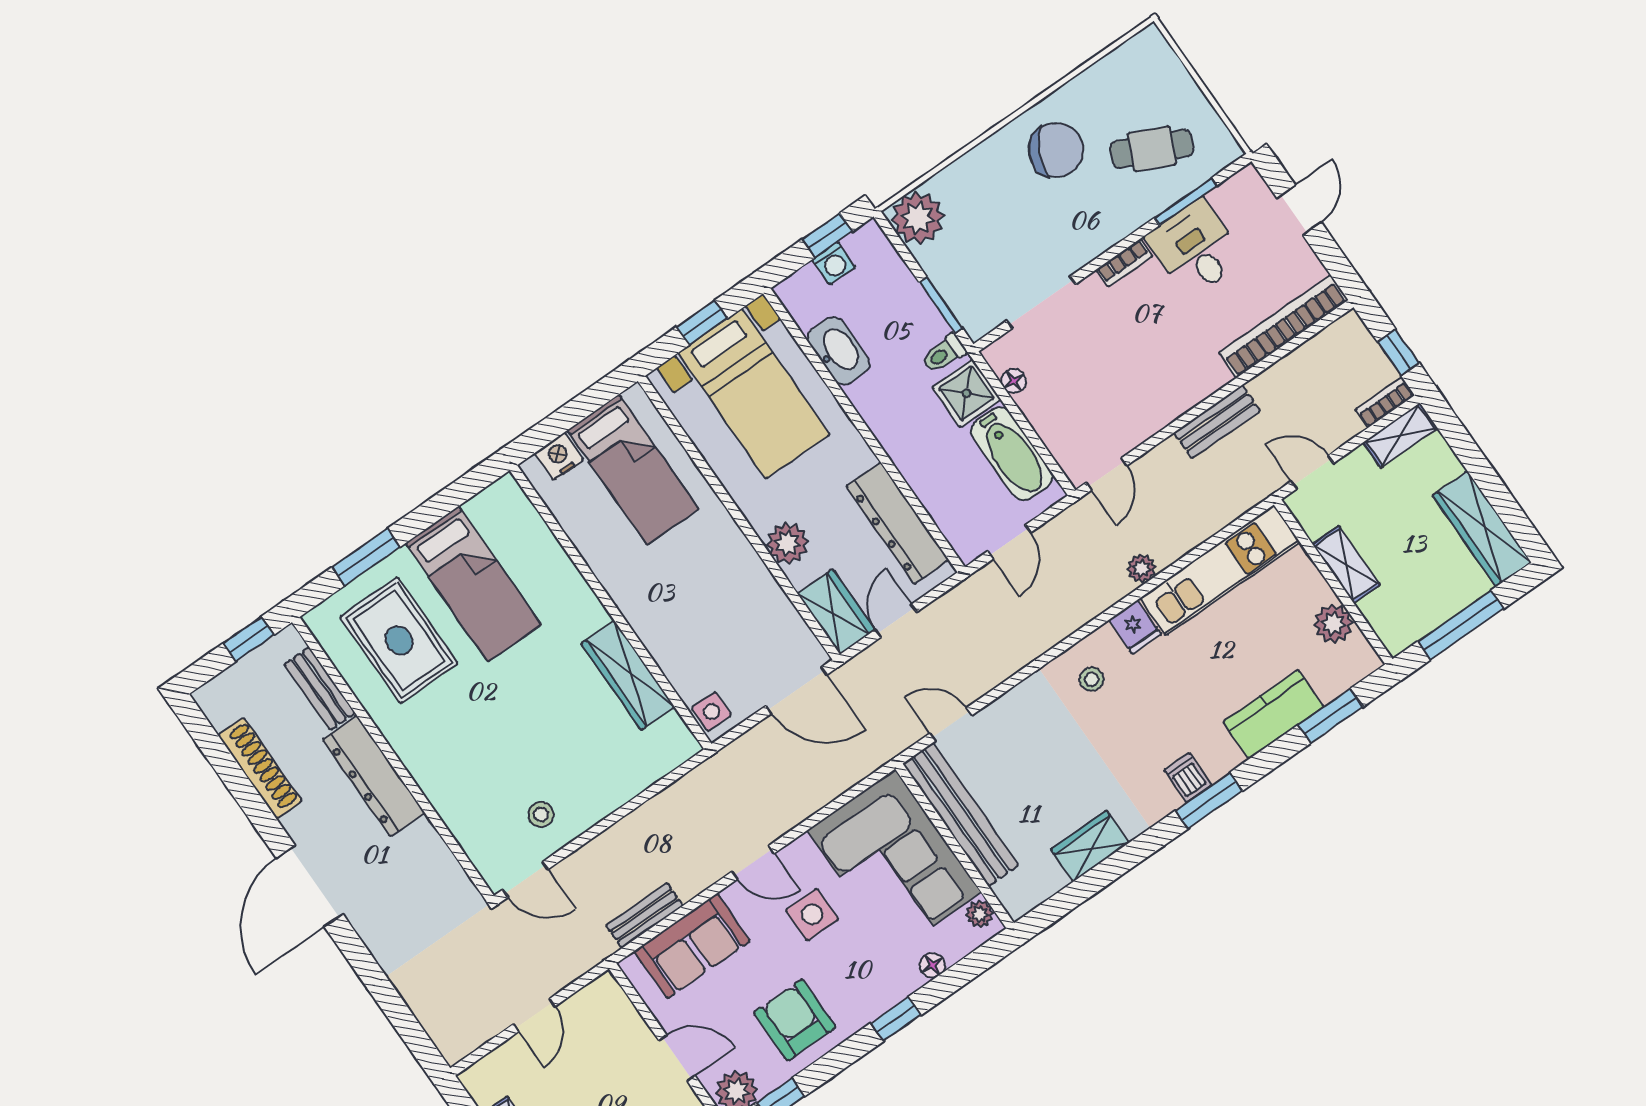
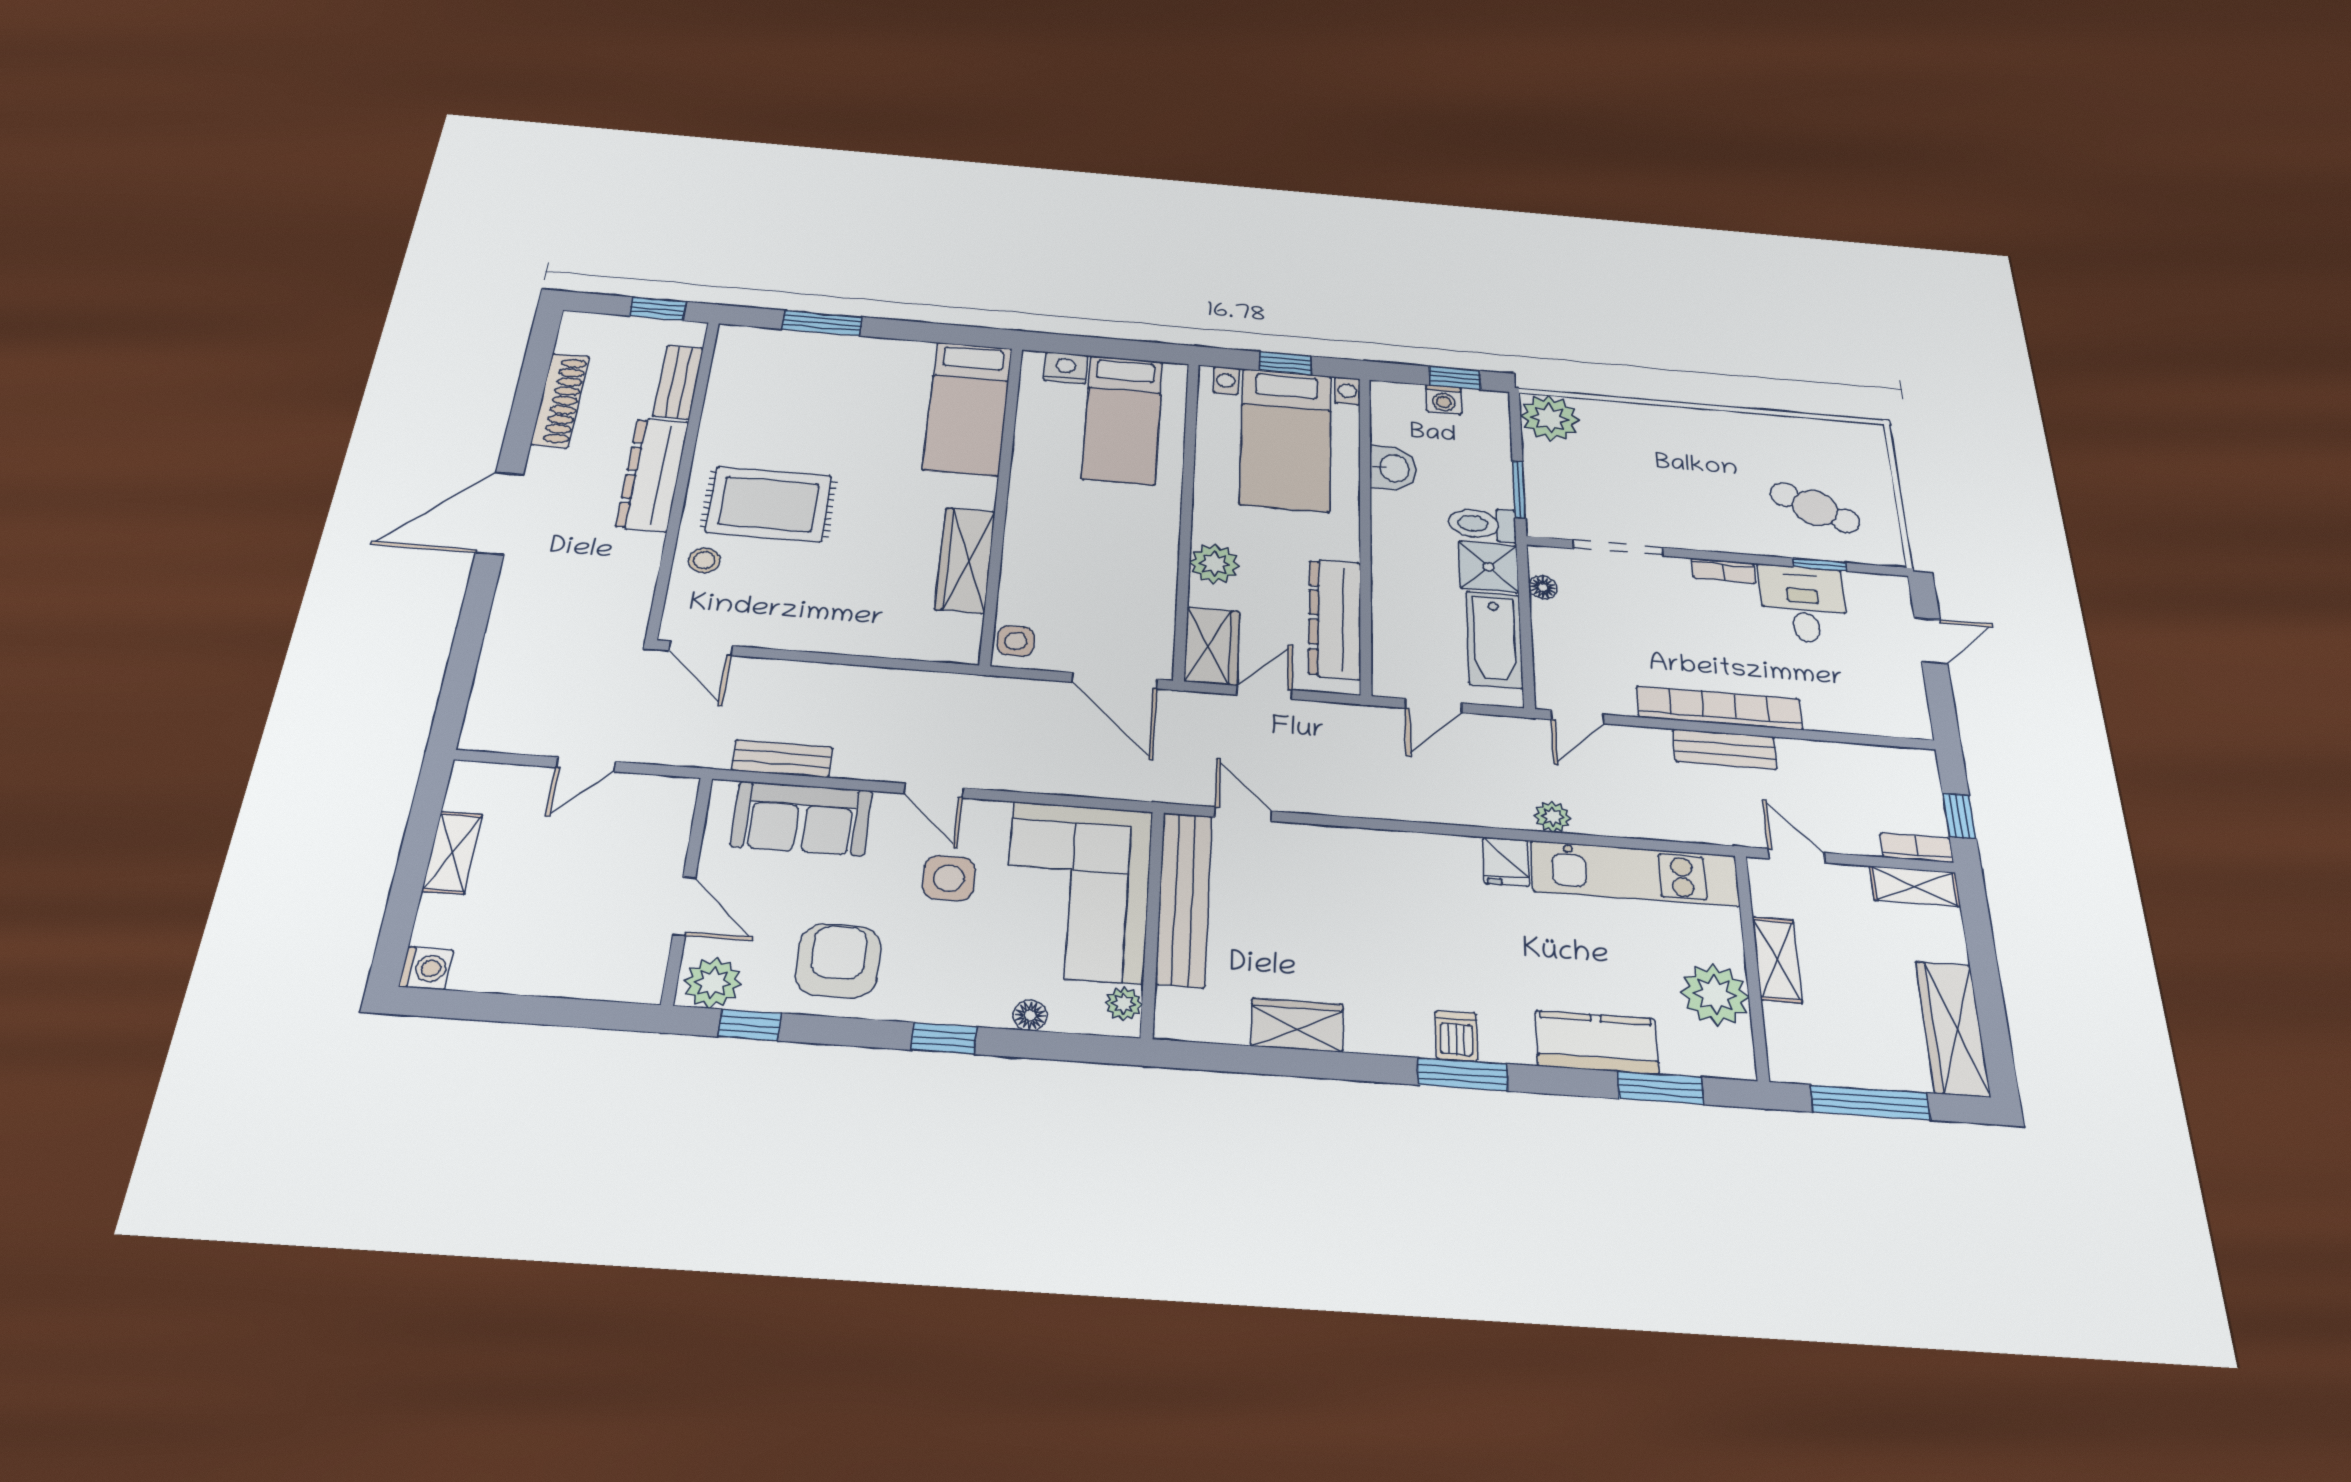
chair: (1056, 150) -> (1721, 453), removed
window: (1185, 202) -> (1819, 565), width x0.67
bookcase: (1283, 326) -> (1719, 708), moved
washbasin: (838, 351) -> (1393, 468), width x0.72
toilet: (944, 354) -> (1482, 524), width x1.37, depth x1.39
bed: (473, 584) -> (968, 408), moved
plant: (1333, 624) -> (1715, 995), width x1.36, depth x1.36
rug: (399, 640) -> (769, 504), moved, turned 90
stool: (1092, 679) -> (1423, 875), removed
stool: (541, 814) -> (704, 560), moved

